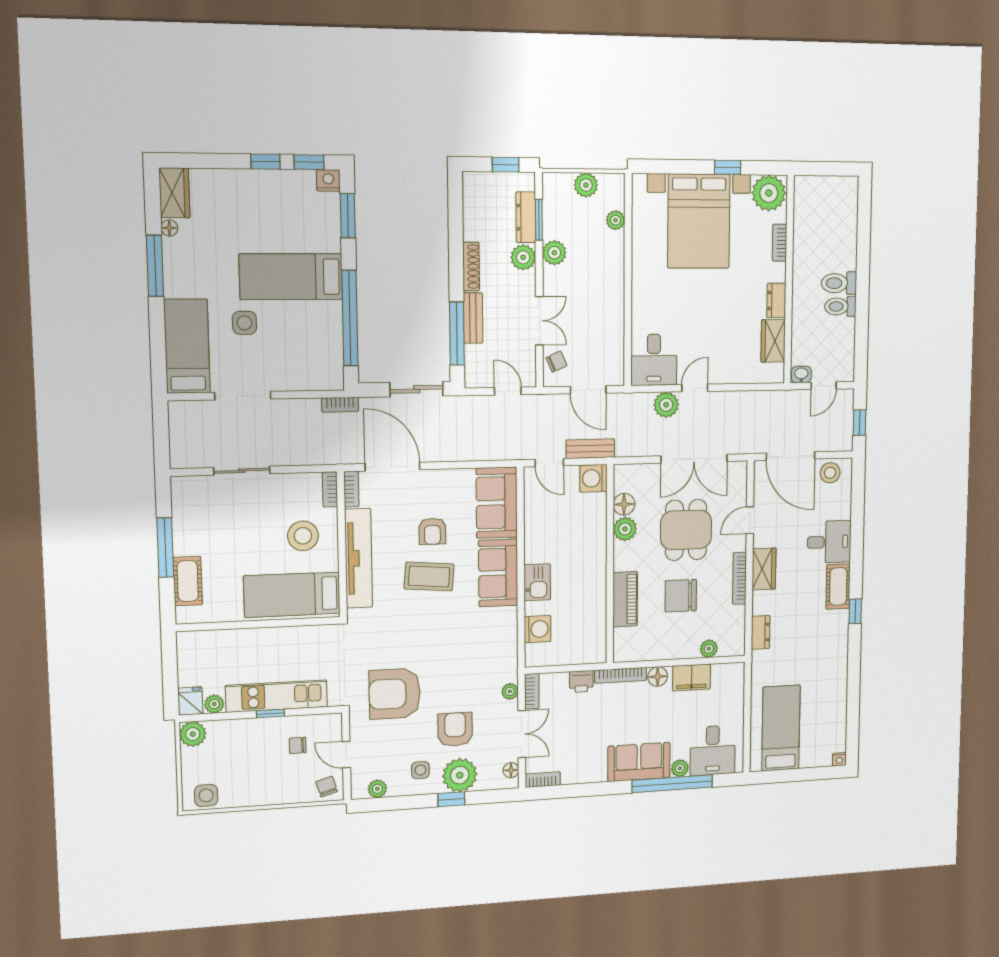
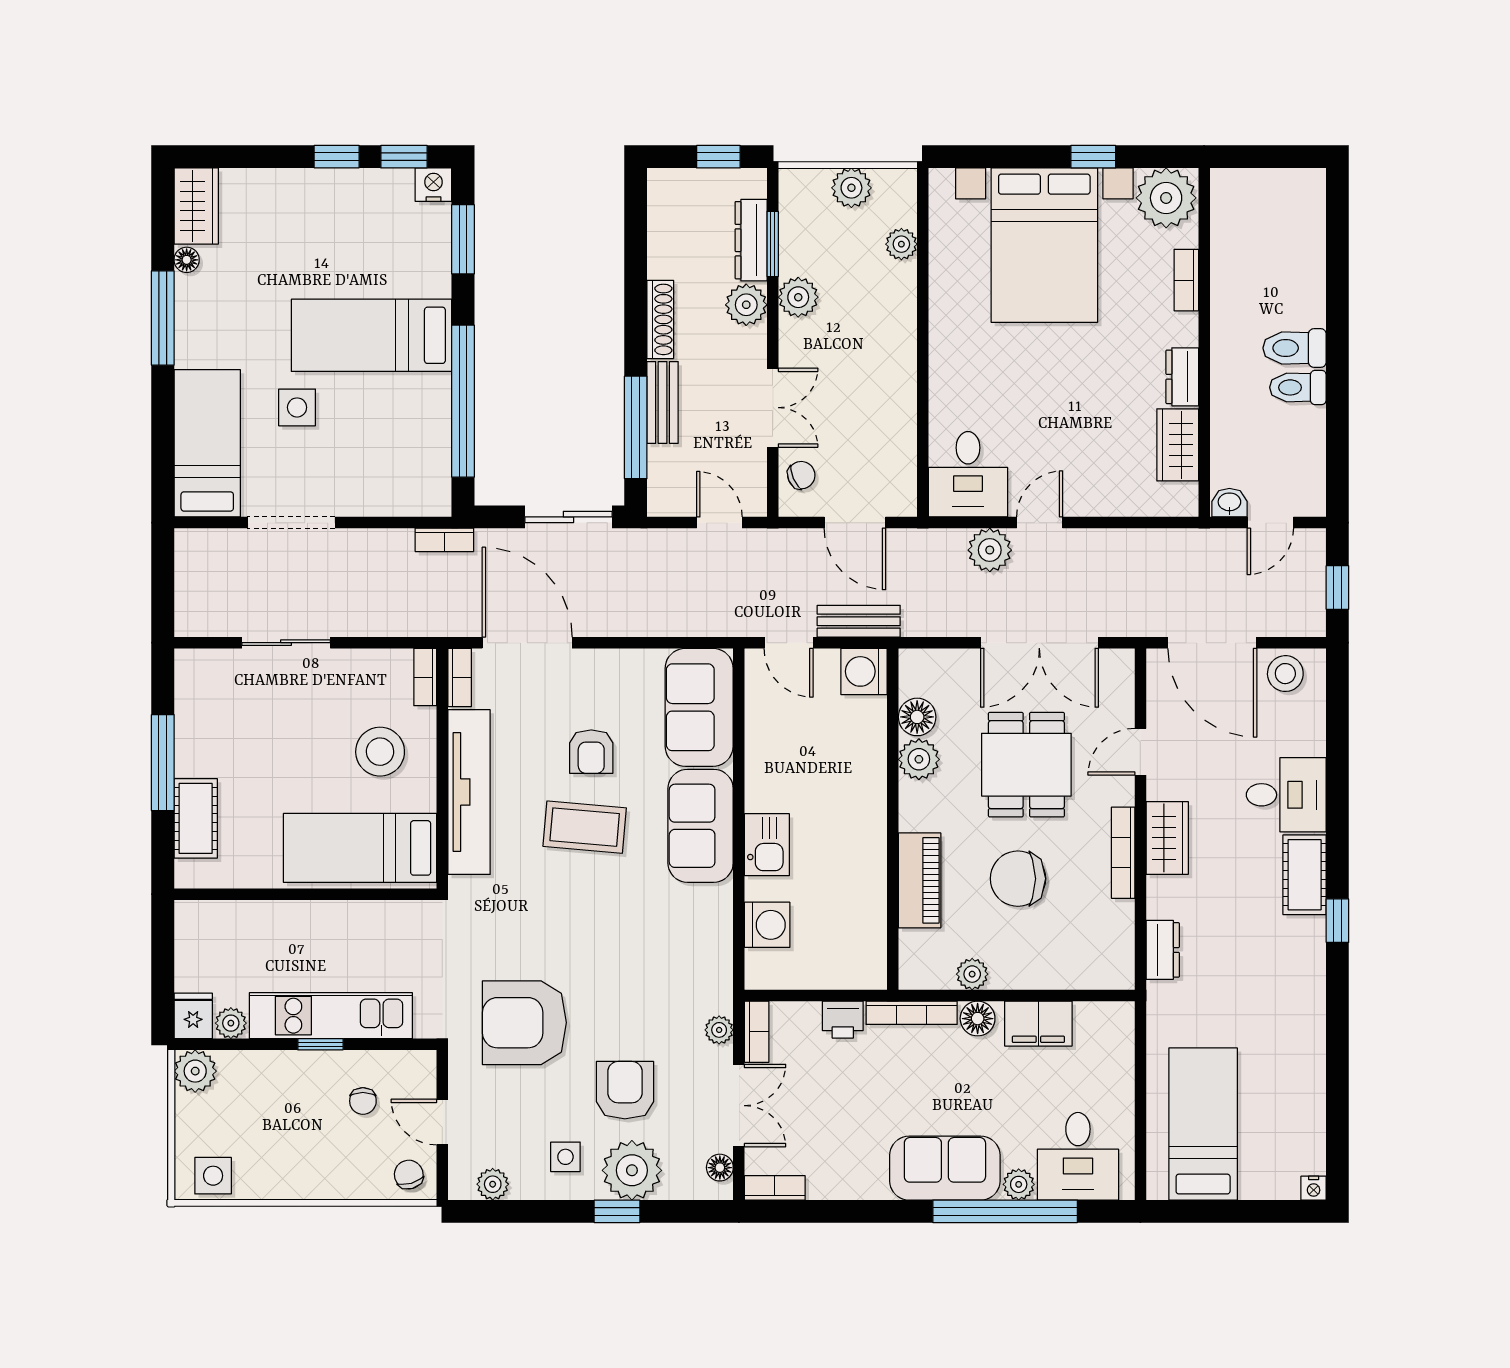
plant: (709, 649) -> (972, 974), moved
chair: (298, 745) -> (363, 1101), turned -90

